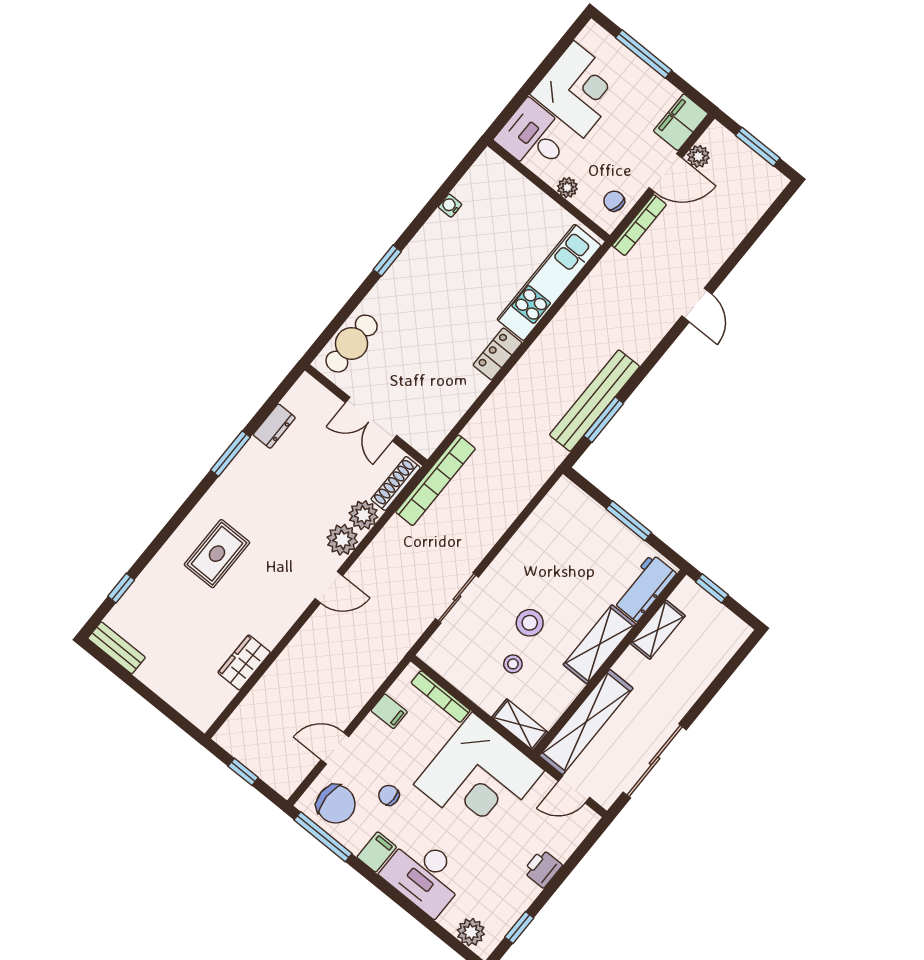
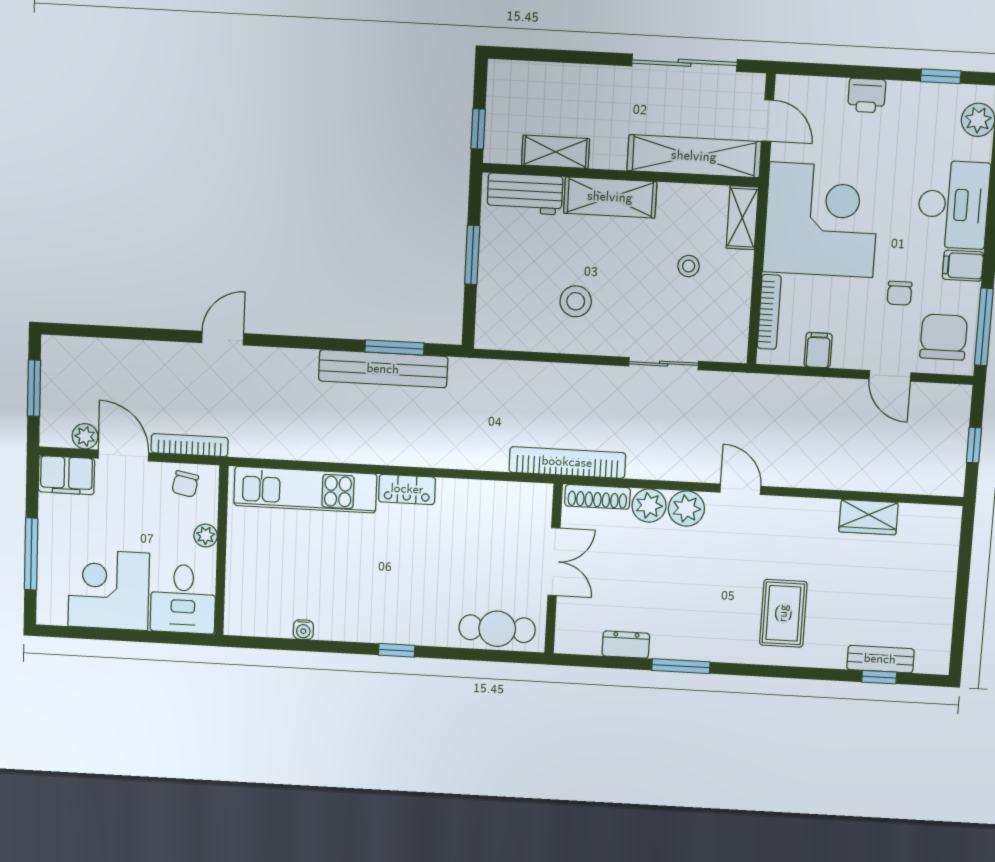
rug: (217, 554) -> (783, 613), turned 90
stool: (530, 623) -> (576, 301), moved
bench: (116, 648) -> (880, 659), moved, turned 90

